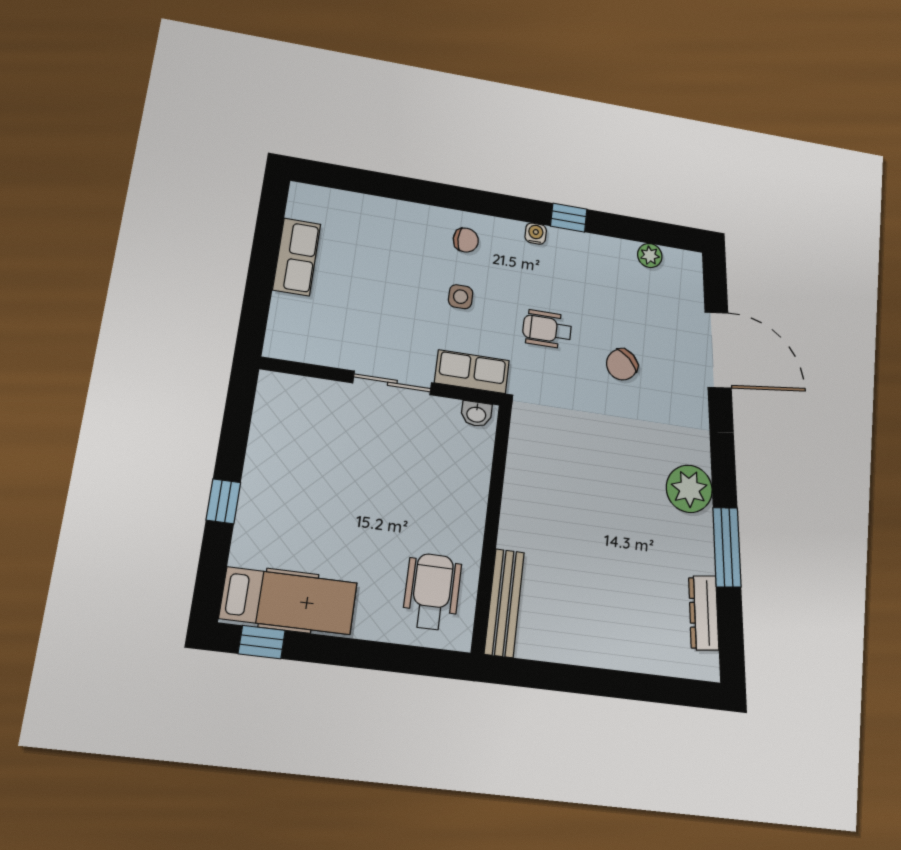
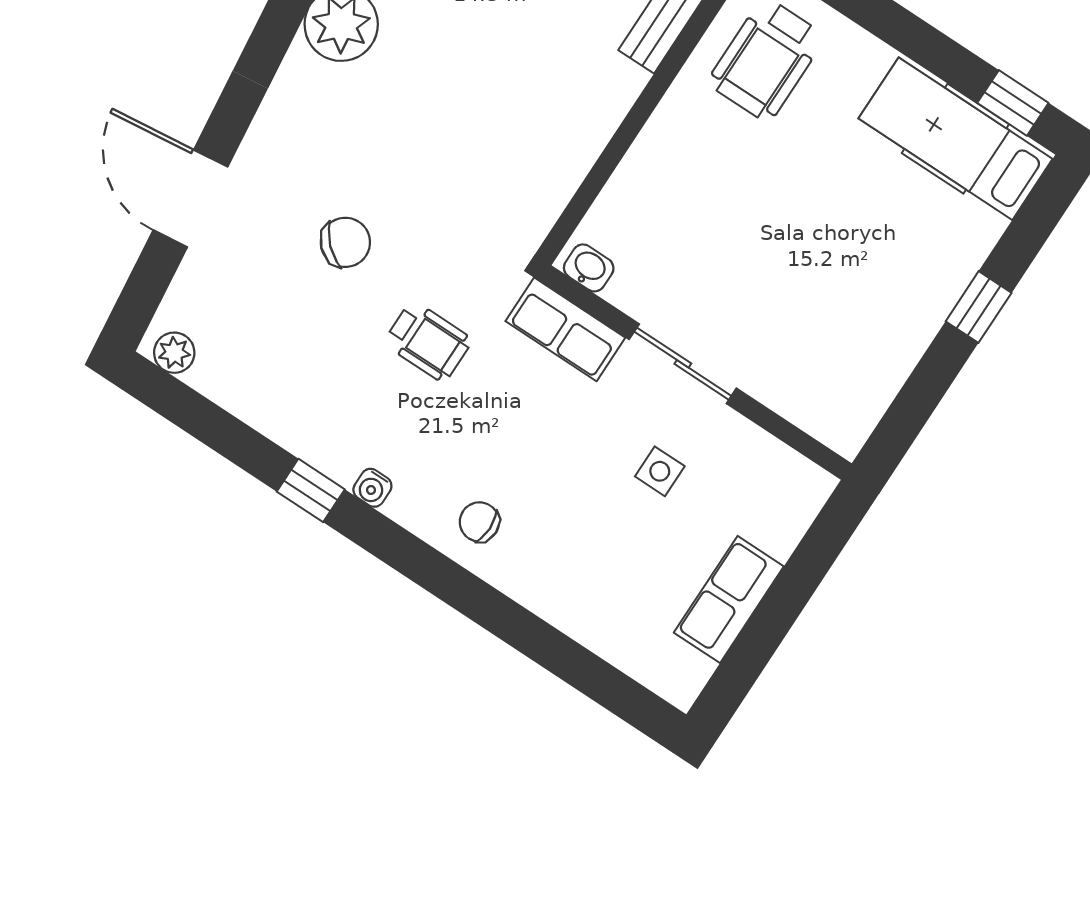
plant: (650, 255) -> (174, 353), moved
side table: (461, 297) -> (660, 471), moved
door: (718, 350) -> (190, 198), width x0.73

